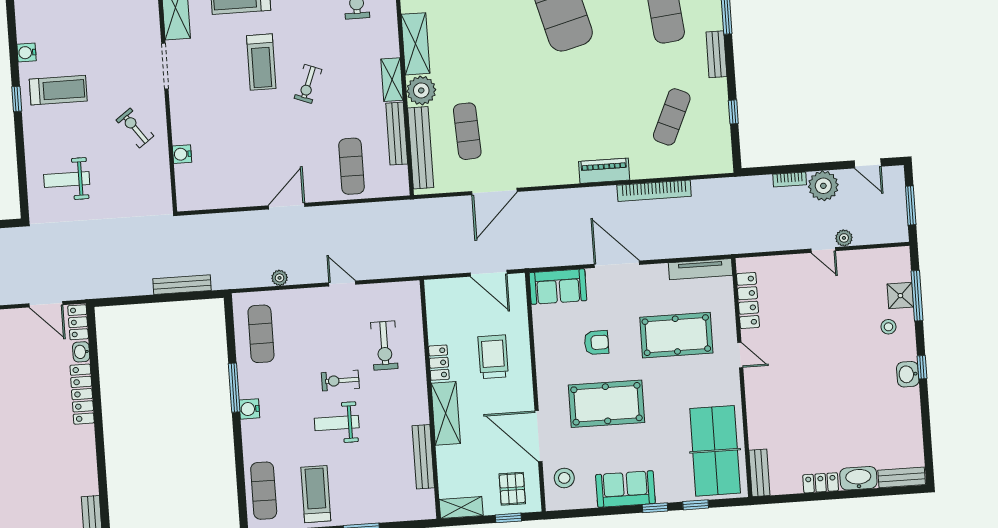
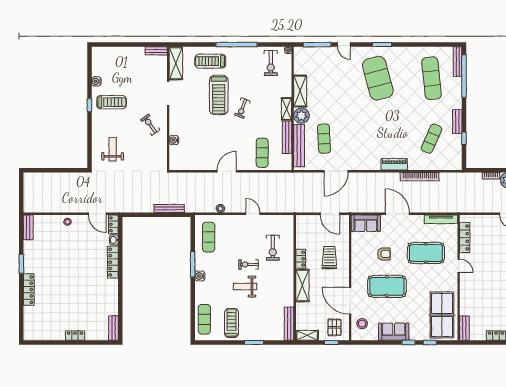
bench: (716, 54) -> (457, 122), moved
treadmill: (261, 62) -> (219, 95), width x1.37, depth x1.38
weight bench: (67, 179) -> (113, 149), turned 90
bench: (423, 457) -> (289, 324), moved

